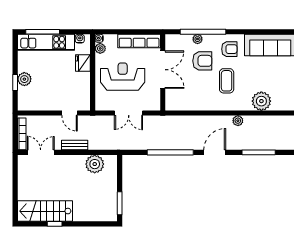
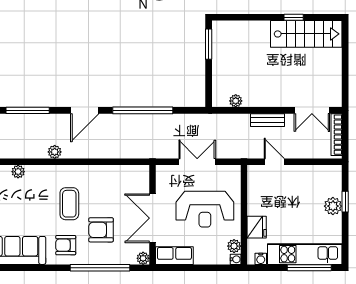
plant: (198, 39) -> (143, 258), moved
row of seats: (139, 41) -> (174, 256), width x0.68
plant: (261, 101) -> (18, 172), width x0.53, depth x0.53
plant: (95, 164) -> (236, 101), width x0.53, depth x0.53

